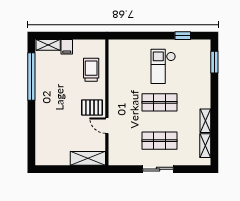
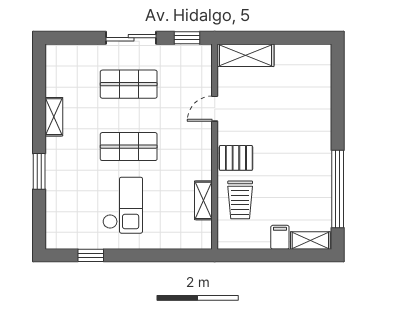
window: (214, 62) -> (39, 171), moved
pallet: (92, 107) -> (236, 158), moved
door: (107, 126) -> (215, 109), swing flipped
shelving: (205, 146) -> (203, 200), moved
window: (124, 169) -> (187, 38), added

